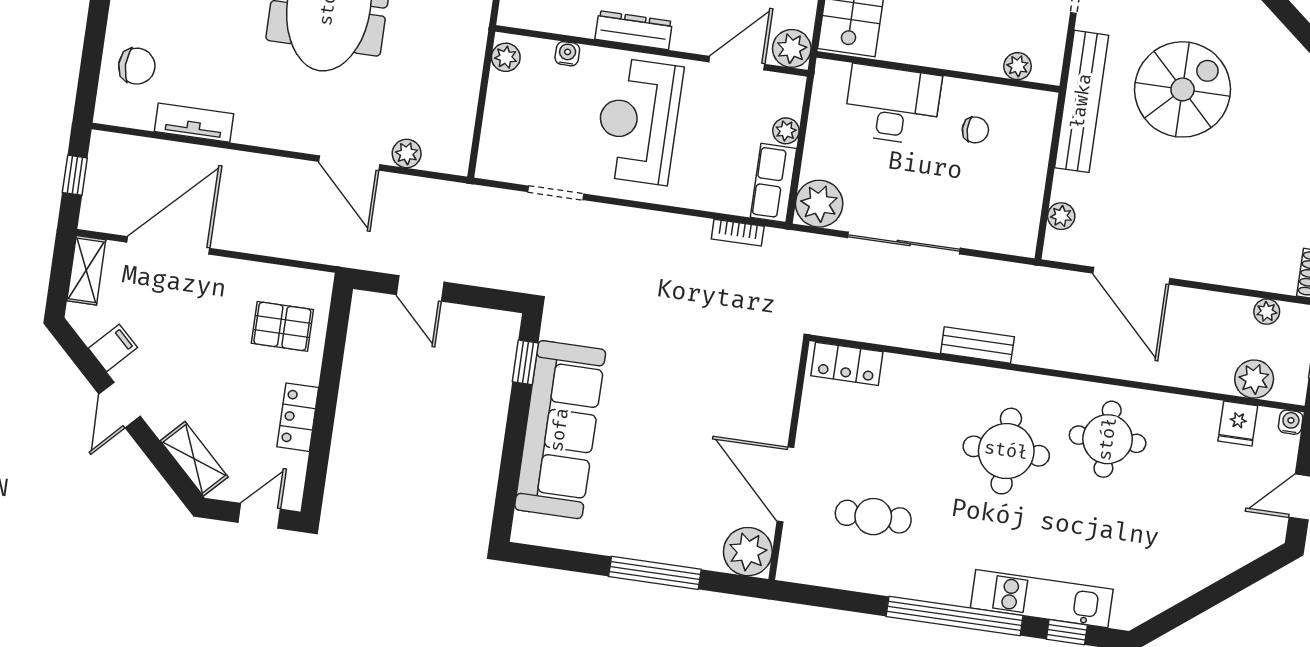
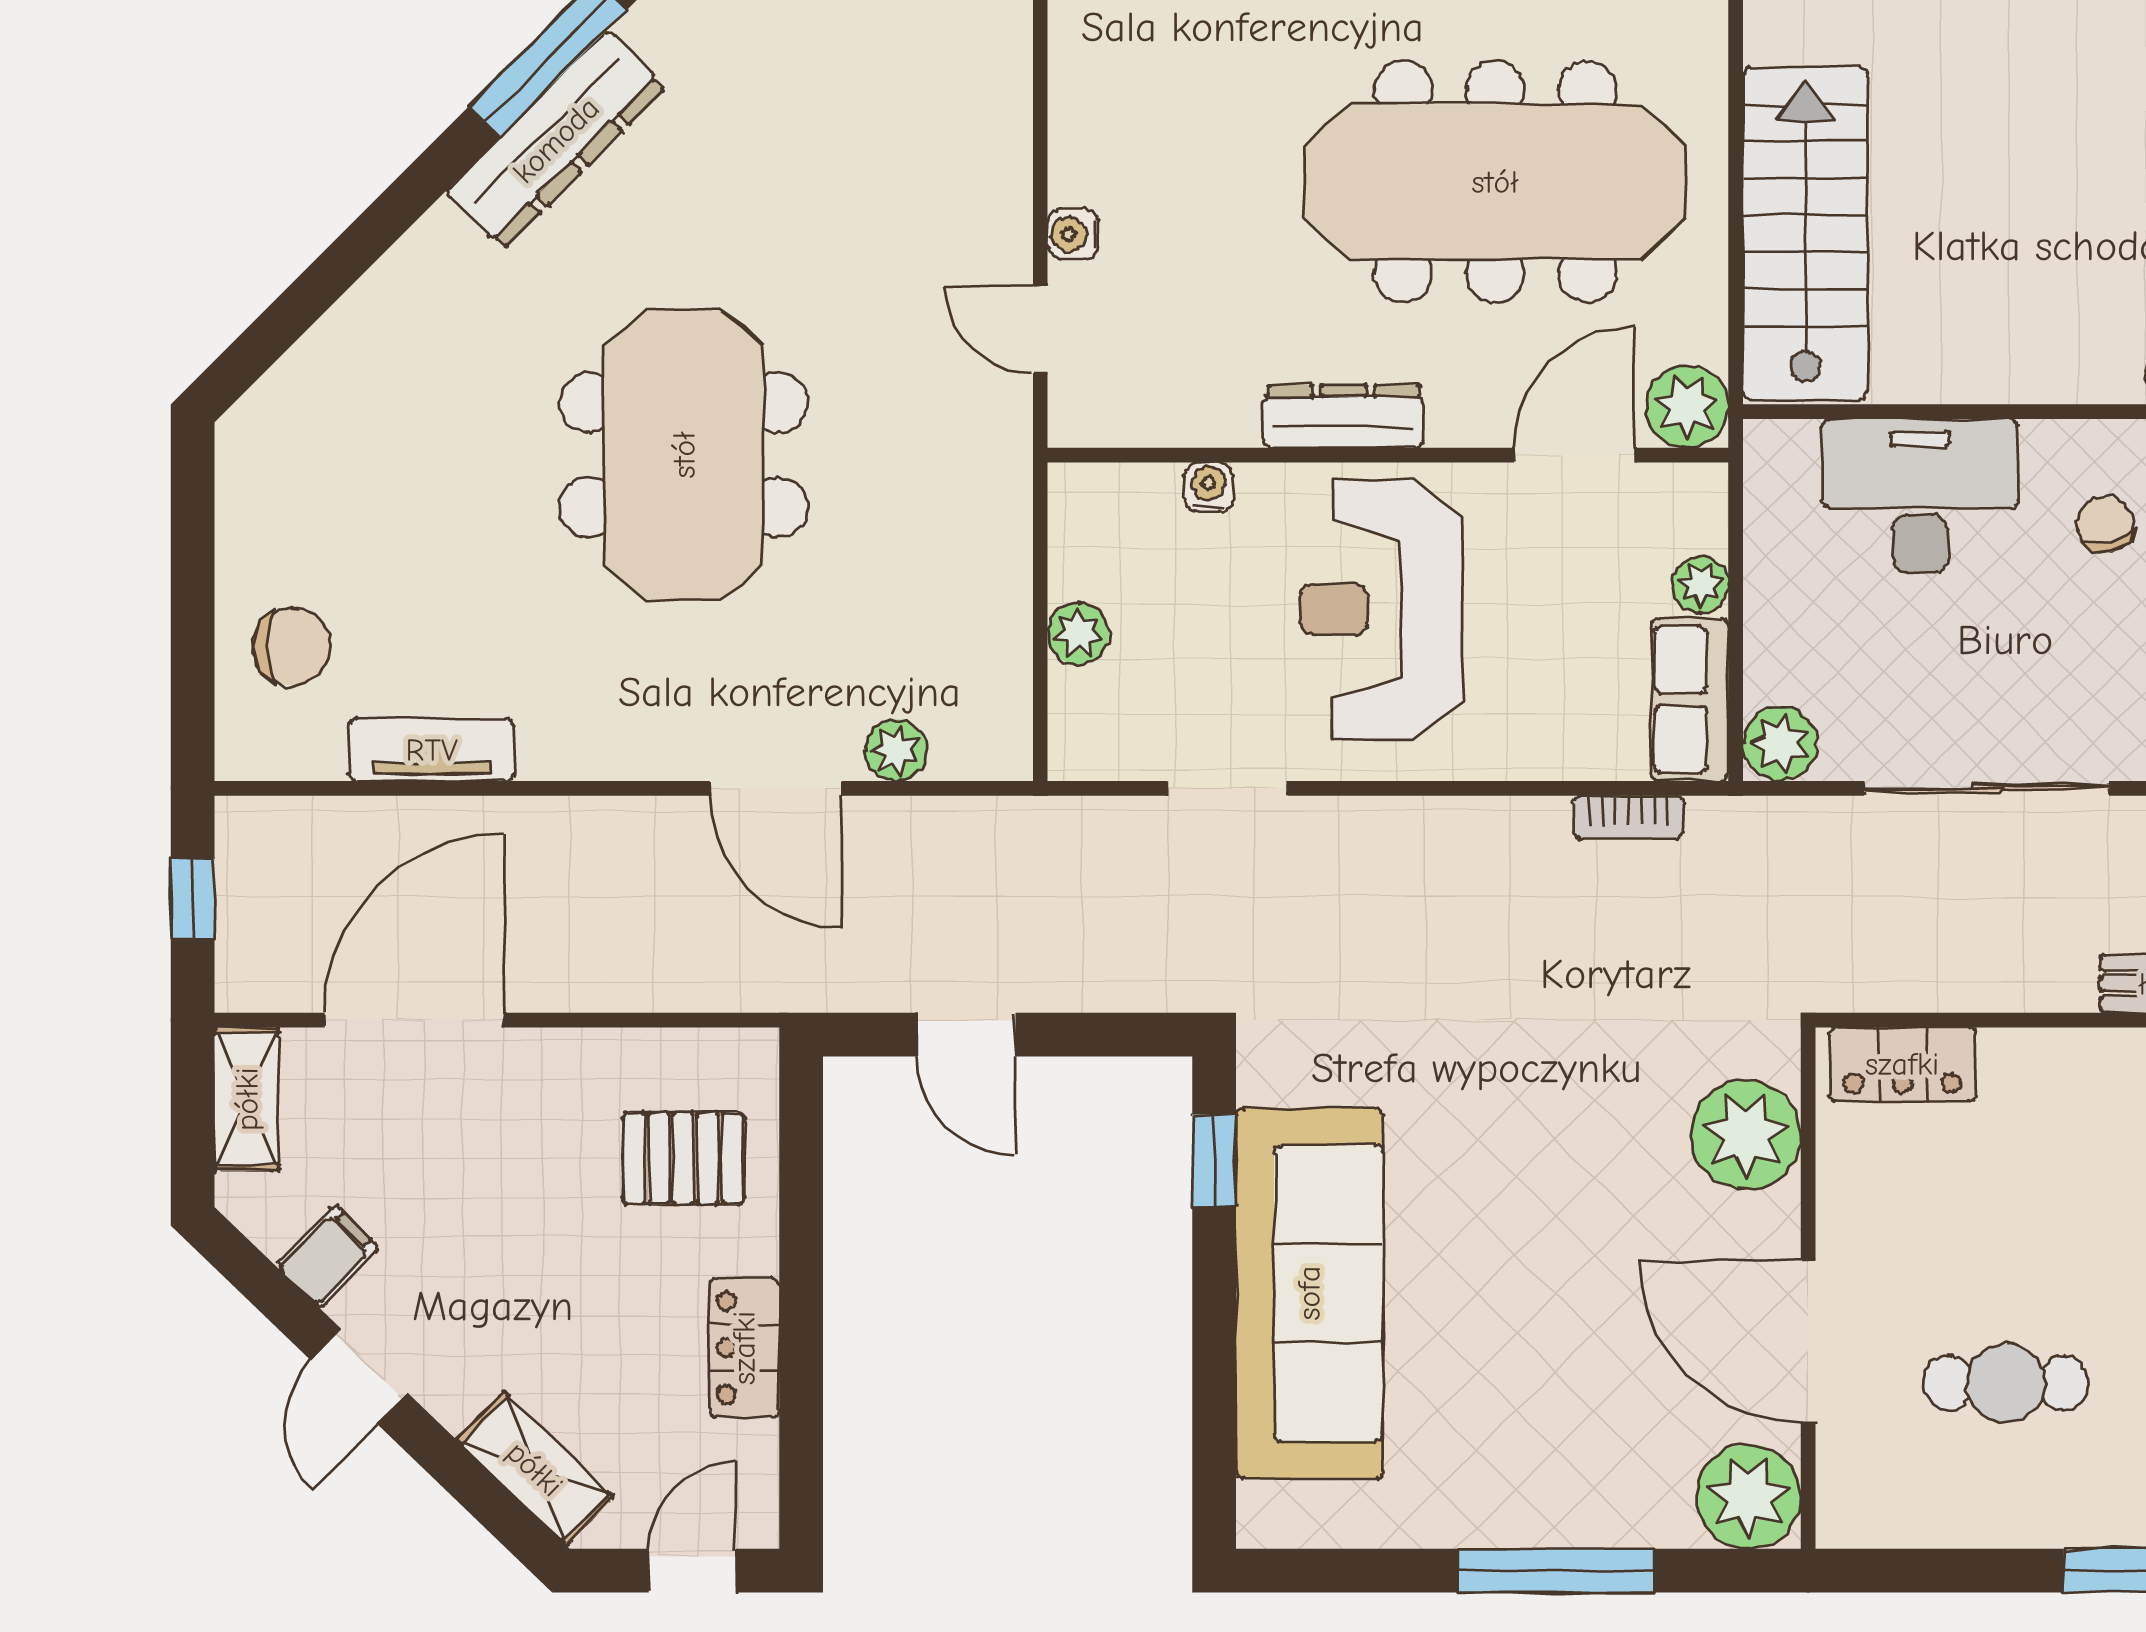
plant: (506, 57) -> (1078, 634), moved
chair: (975, 130) -> (2105, 524), turned -104
plant: (819, 204) -> (1780, 744), width x0.73, depth x0.73
plant: (771, 386) -> (1746, 1135), added

